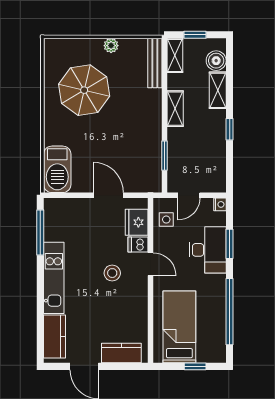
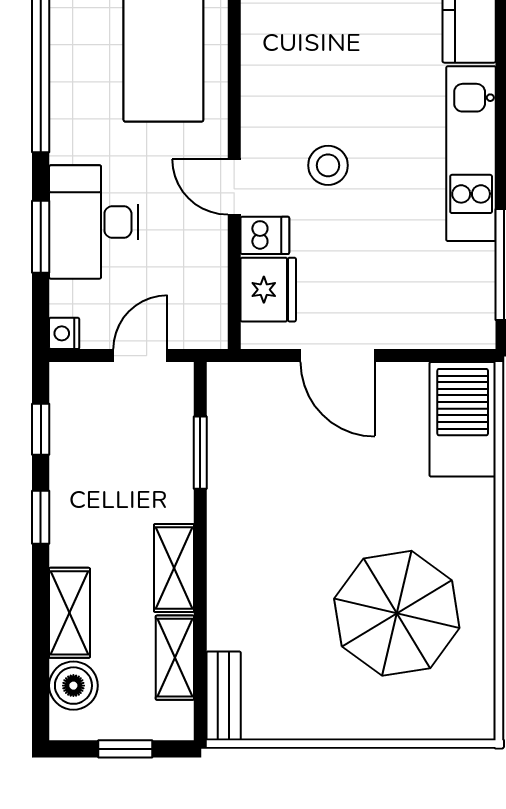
plant: (111, 46) -> (331, 723), removed
shelving: (175, 55) -> (175, 658), moved
bench: (155, 63) -> (224, 696), width x0.73
window: (230, 165) -> (41, 429), added
side table: (166, 220) -> (196, 296), removed

